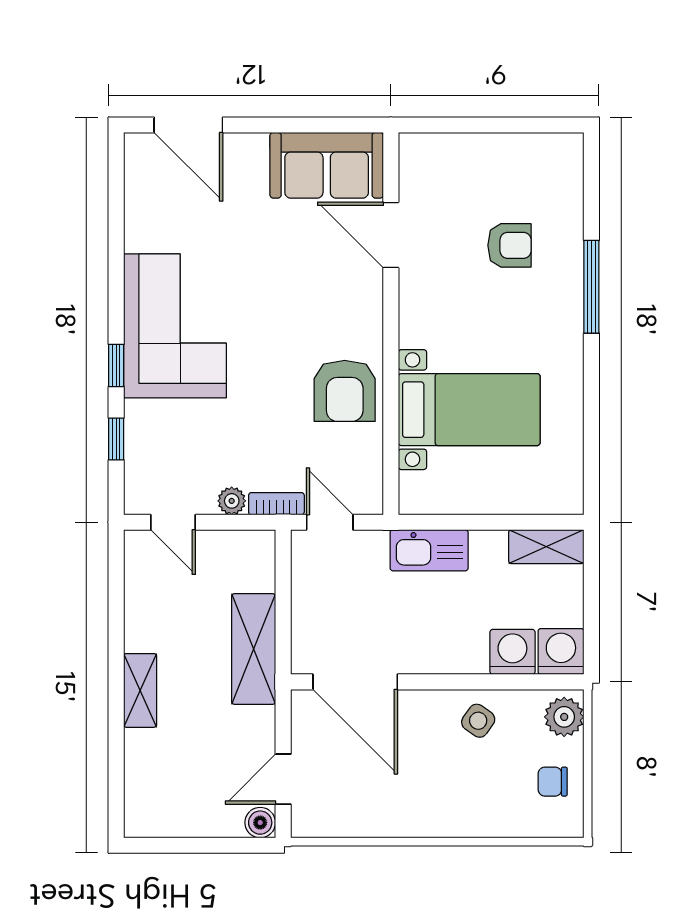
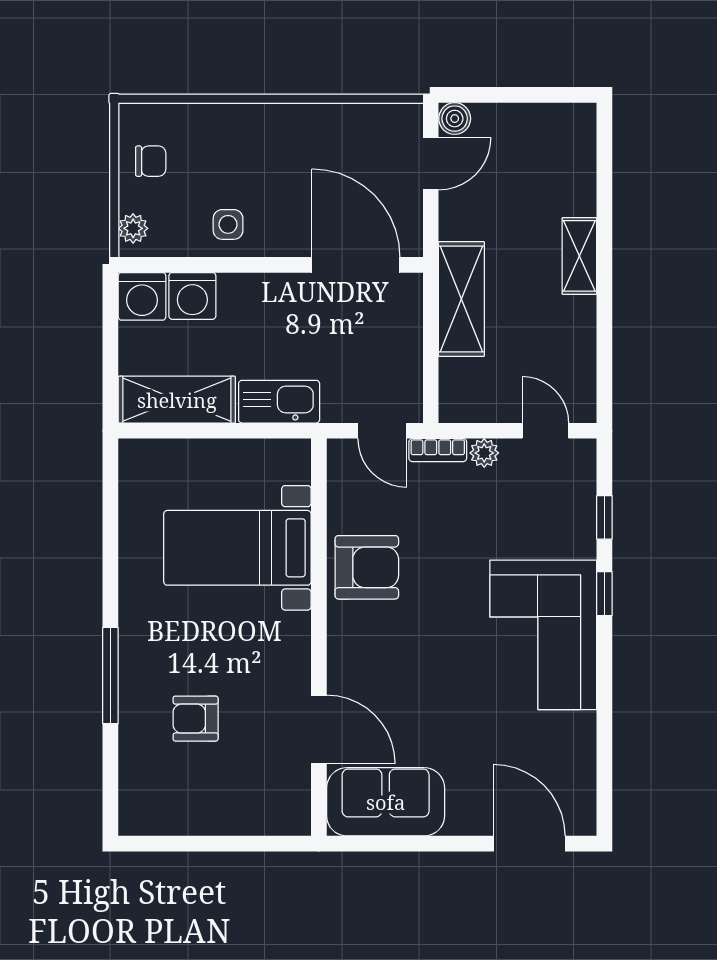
armchair: (345, 391) -> (367, 567), turned 90
shelving: (546, 547) -> (177, 400), width x1.50, depth x1.33
plant: (564, 717) -> (133, 228), width x0.73, depth x0.73
side table: (478, 721) -> (228, 224), turned -35

